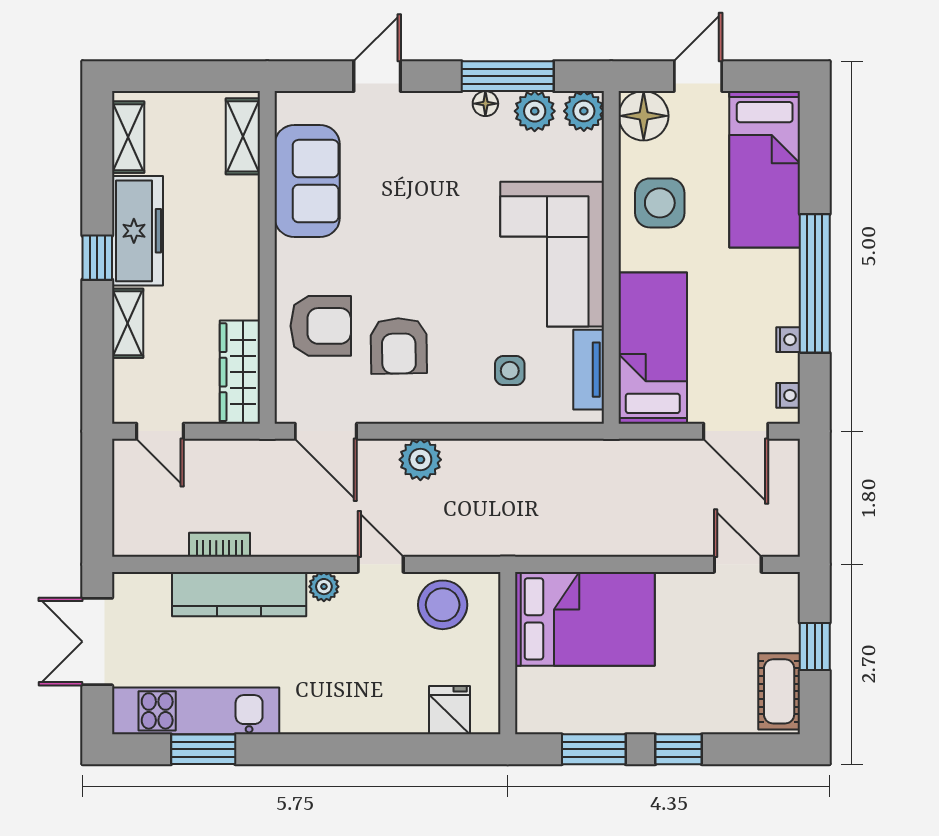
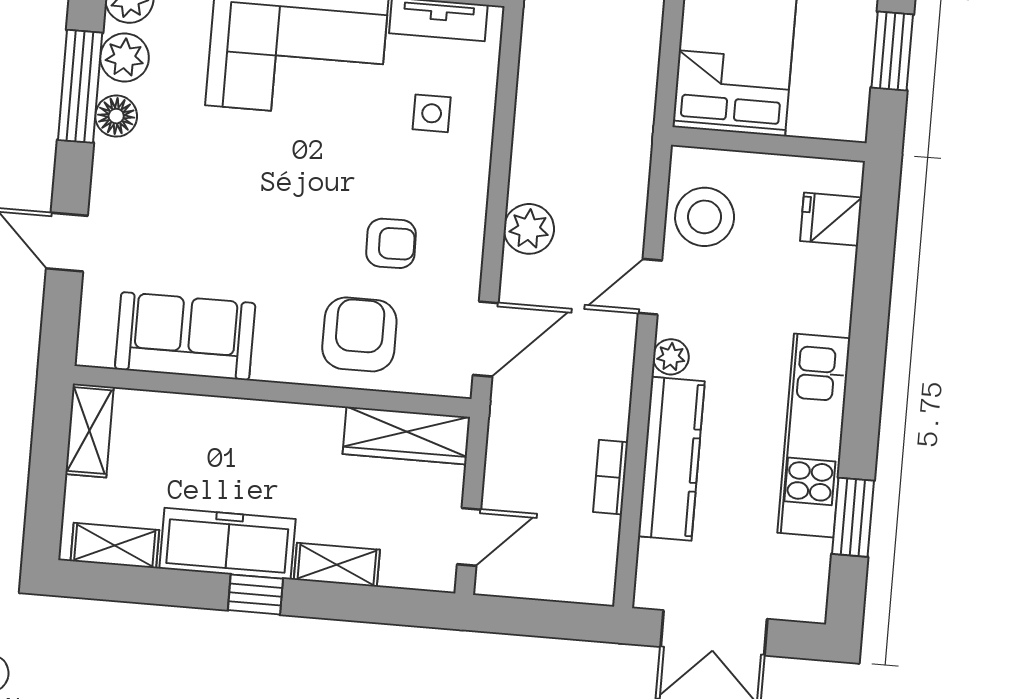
floor lamp: (485, 104) -> (116, 116), width x1.37, depth x1.37
shelving: (243, 136) -> (89, 431), moved, turned 90
armchair: (399, 346) -> (391, 243), width x0.72, depth x0.72
kitchen unit: (196, 711) -> (814, 436), moved

